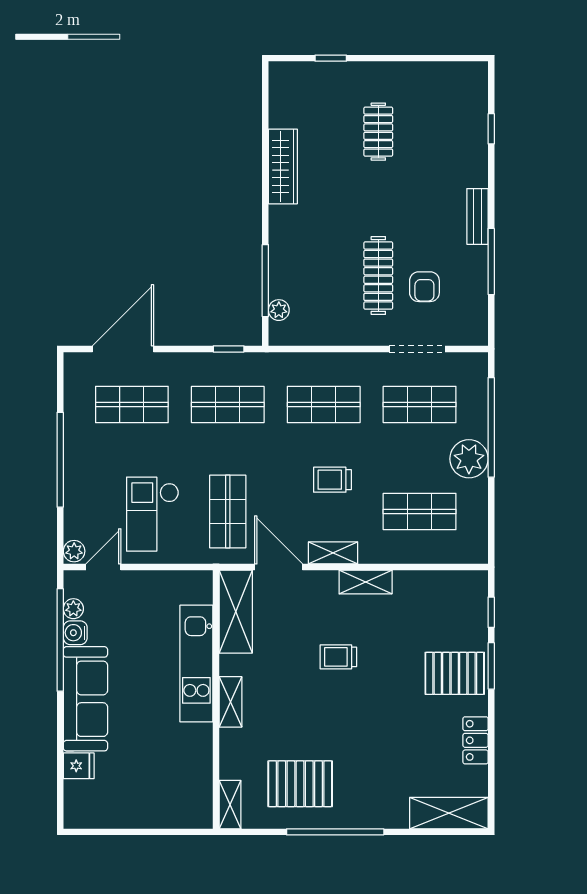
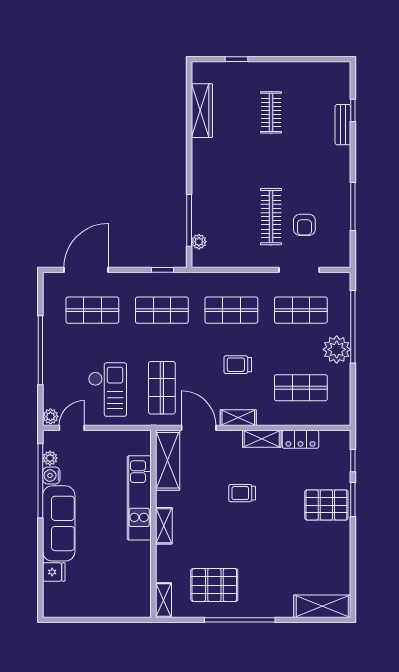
wardrobe: (283, 166) -> (202, 111), moved
bench: (477, 216) -> (343, 125), moved
checkout: (153, 514) -> (107, 390), turned 180
locker: (476, 740) -> (301, 439), moved, turned -90

